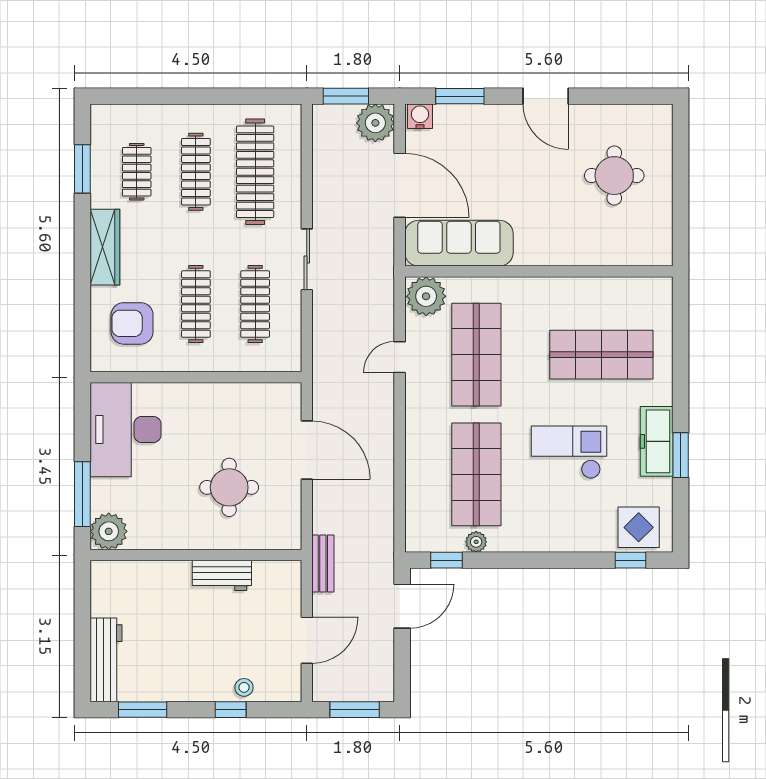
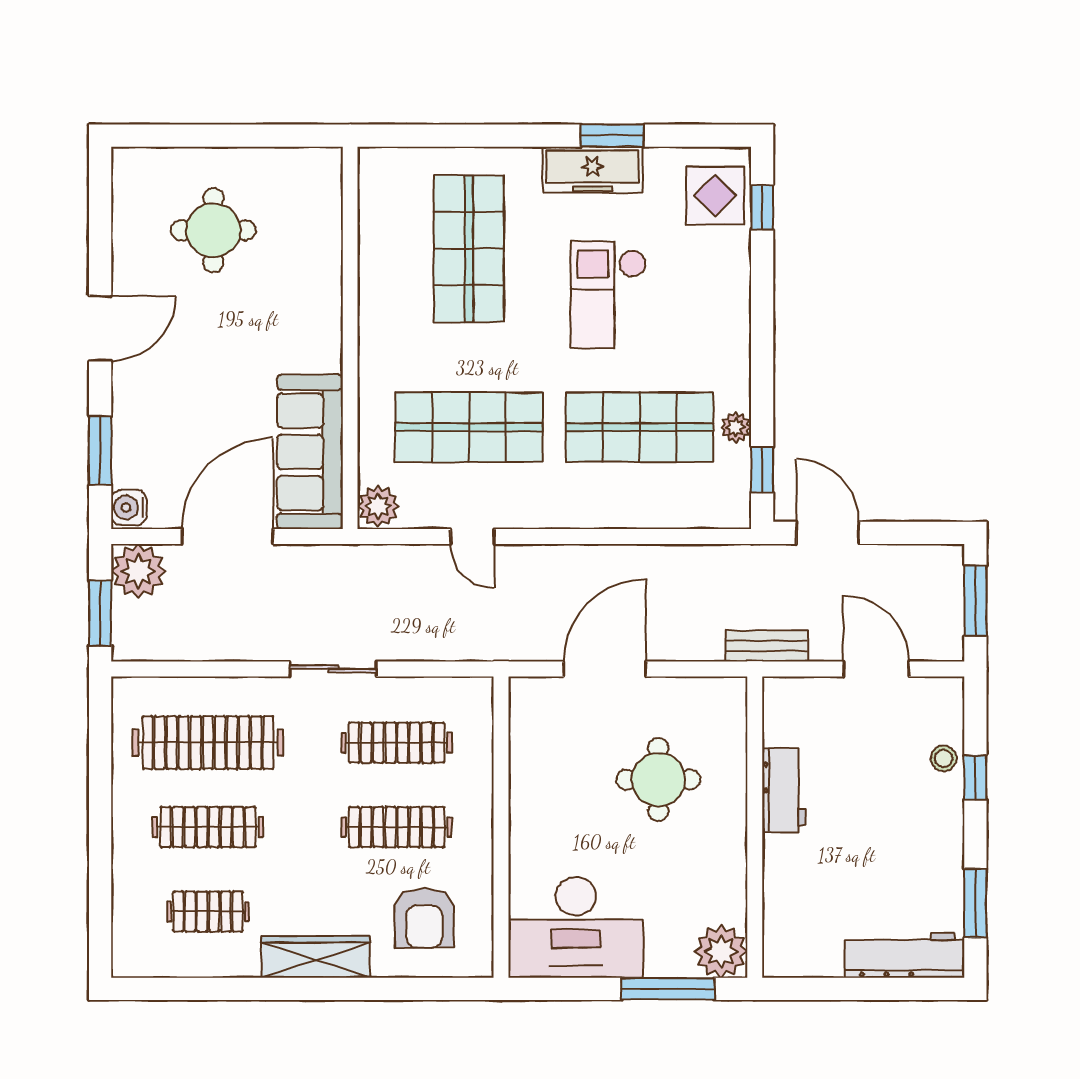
window: (82, 169) -> (204, 989), removed
plant: (426, 296) -> (378, 506), width x0.73, depth x0.73

